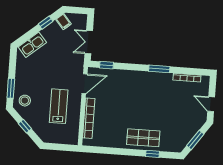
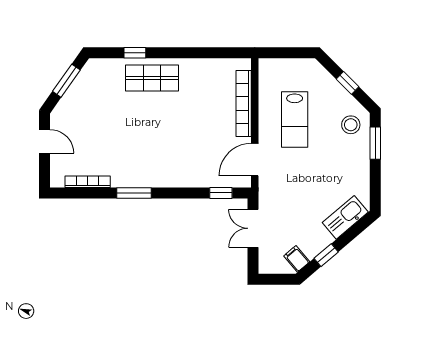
double door: (89, 42) -> (253, 228), swing flipped

